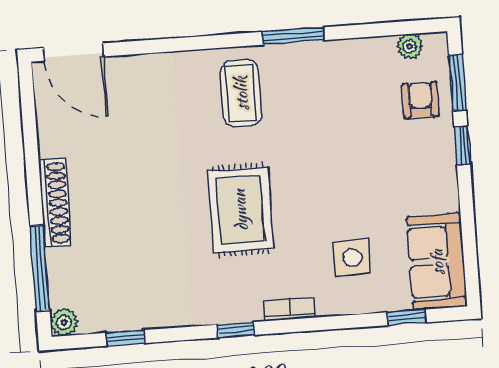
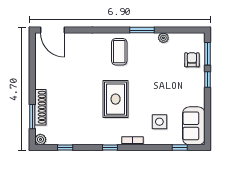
plant: (410, 46) -> (163, 38), moved
shoe rack: (55, 203) -> (40, 107), moved
window: (40, 268) -> (32, 117), width x0.69

